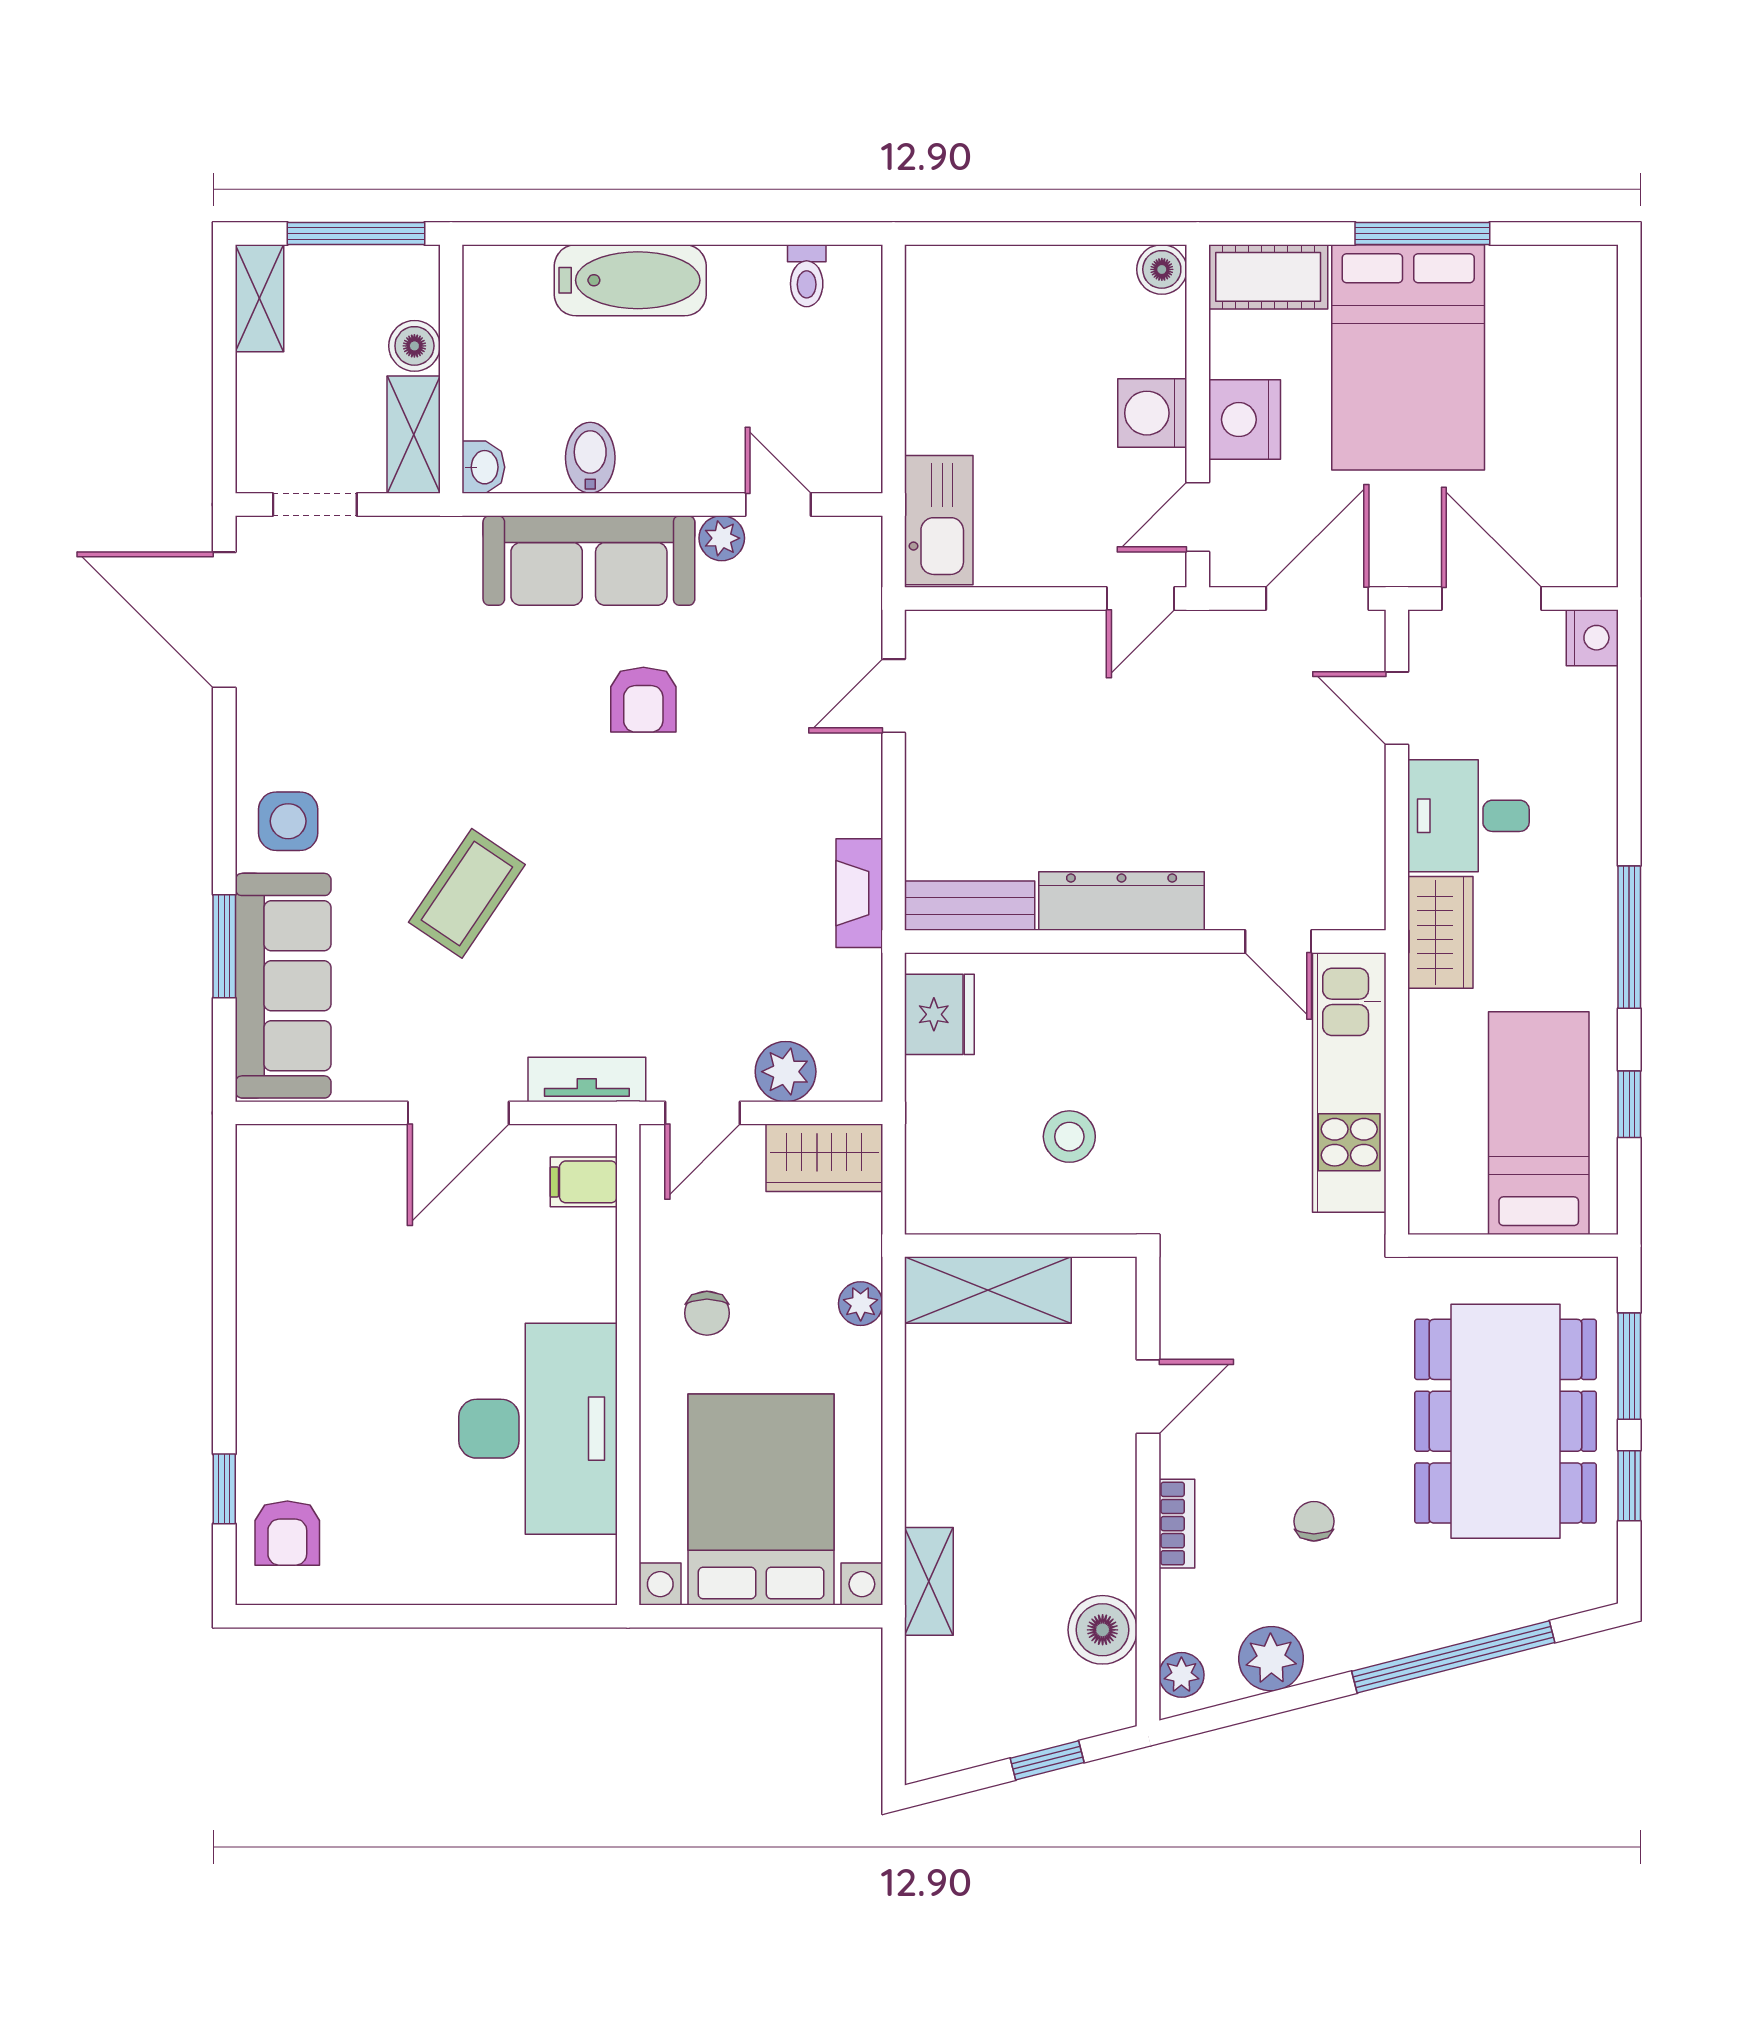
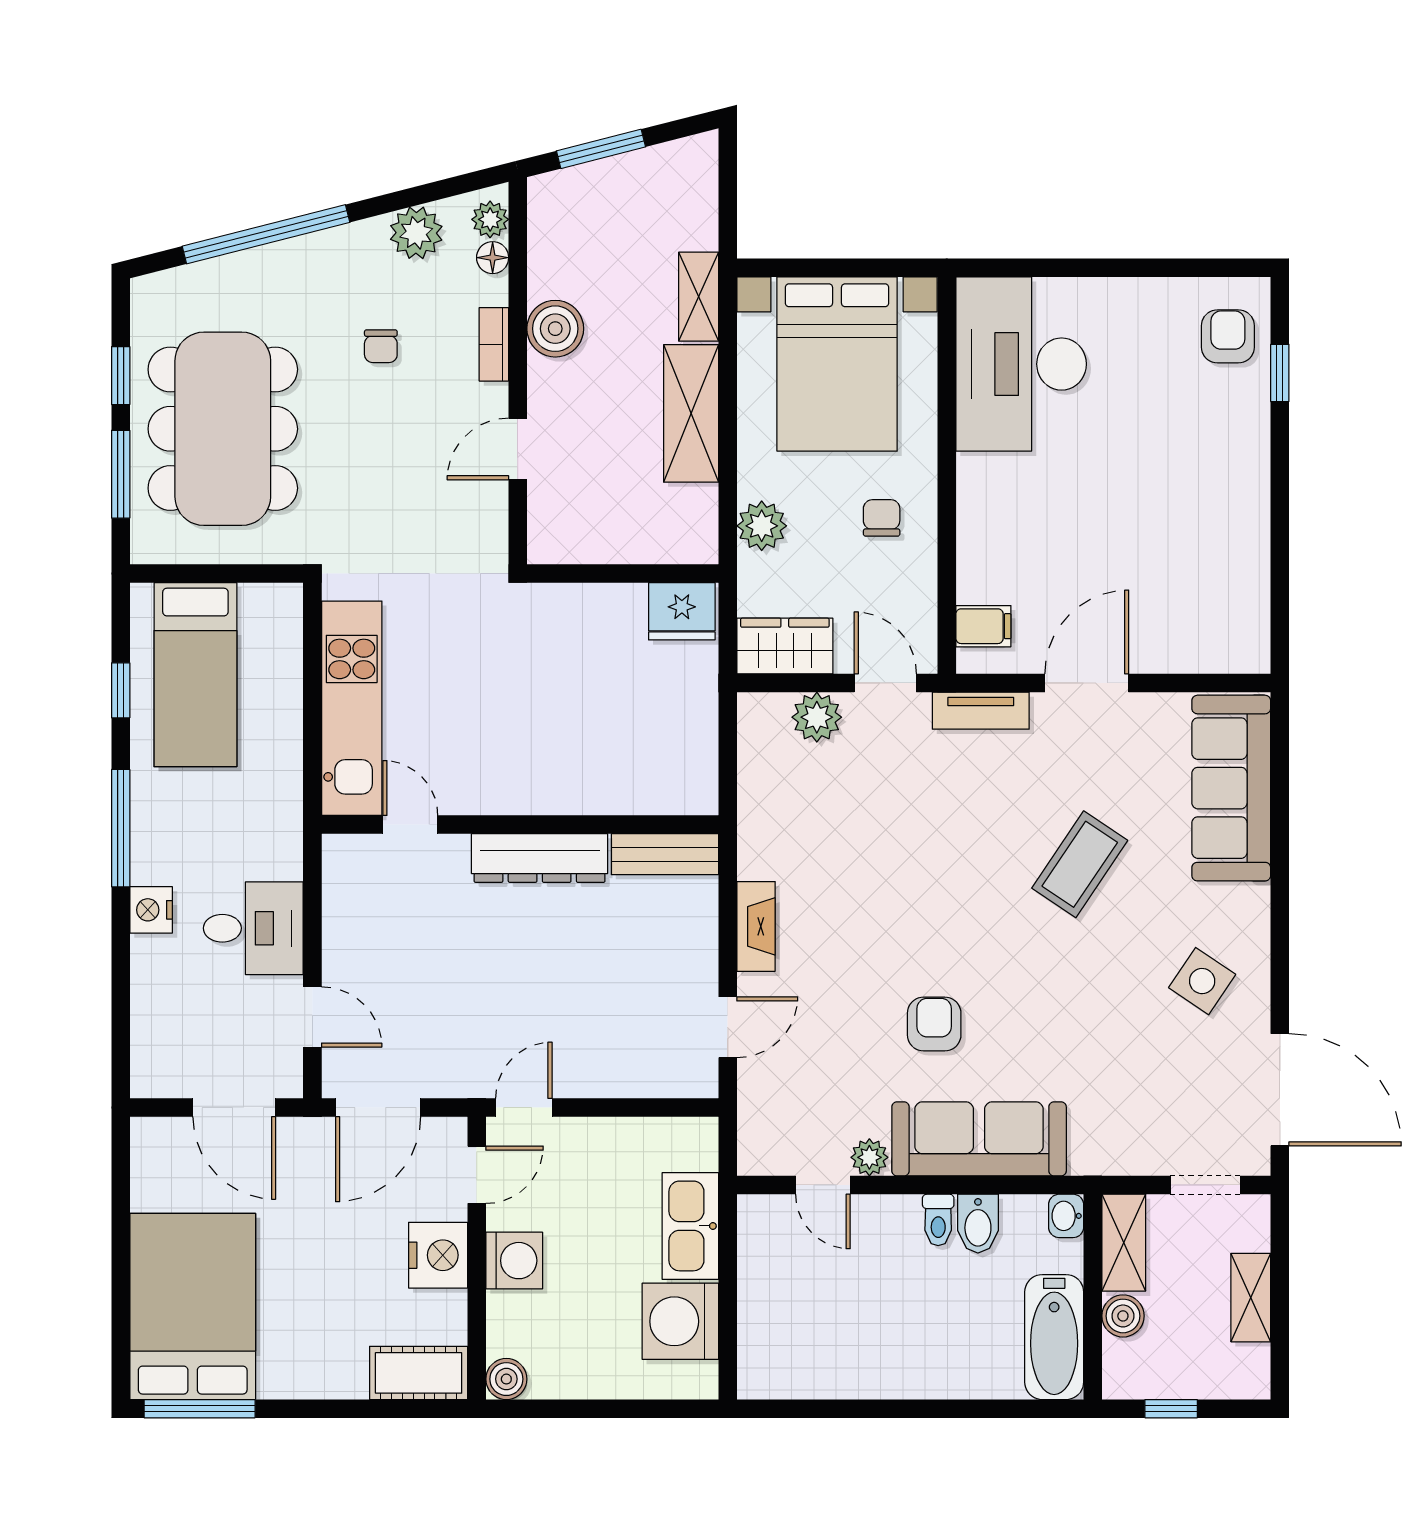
window: (356, 233) -> (1171, 1409), width x0.46
window: (1422, 233) -> (200, 1409), moved
toilet: (807, 276) -> (938, 1220), moved, turned 180
bathtub: (630, 280) -> (1054, 1337), moved, turned -90
shelving: (259, 298) -> (1251, 1298), moved
washing machine: (951, 339) -> (680, 1321), added
bed: (1408, 357) -> (193, 1307), moved
kitchen sink: (939, 520) -> (690, 1226), moved
nightstand: (1592, 638) -> (151, 910), moved
side table: (288, 821) -> (1202, 981), moved, turned 34
fireplace: (859, 893) -> (756, 926), moved
wardrobe: (1440, 932) -> (276, 832), removed
window: (224, 946) -> (1280, 821), removed
fridge: (939, 1014) -> (682, 611), moved, turned -90
door: (703, 1113) -> (885, 683), hinge flipped
stool: (1069, 1137) -> (583, 664), removed
shelving: (988, 1290) -> (691, 413), moved, turned 90
plant: (861, 1304) -> (762, 526), width x1.38, depth x1.38
desk: (538, 1429) -> (1021, 364), moved
floor lamp: (1178, 1629) -> (493, 258), added
boiler: (1103, 1630) -> (555, 329), moved
window: (1047, 1760) -> (601, 149), width x1.50

